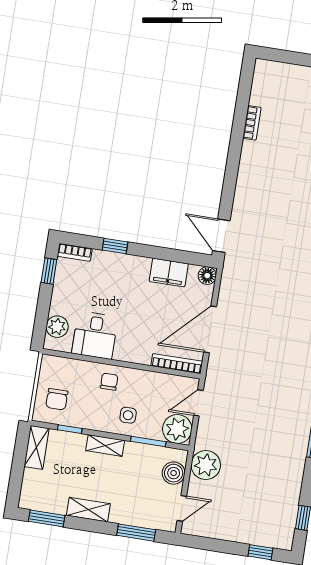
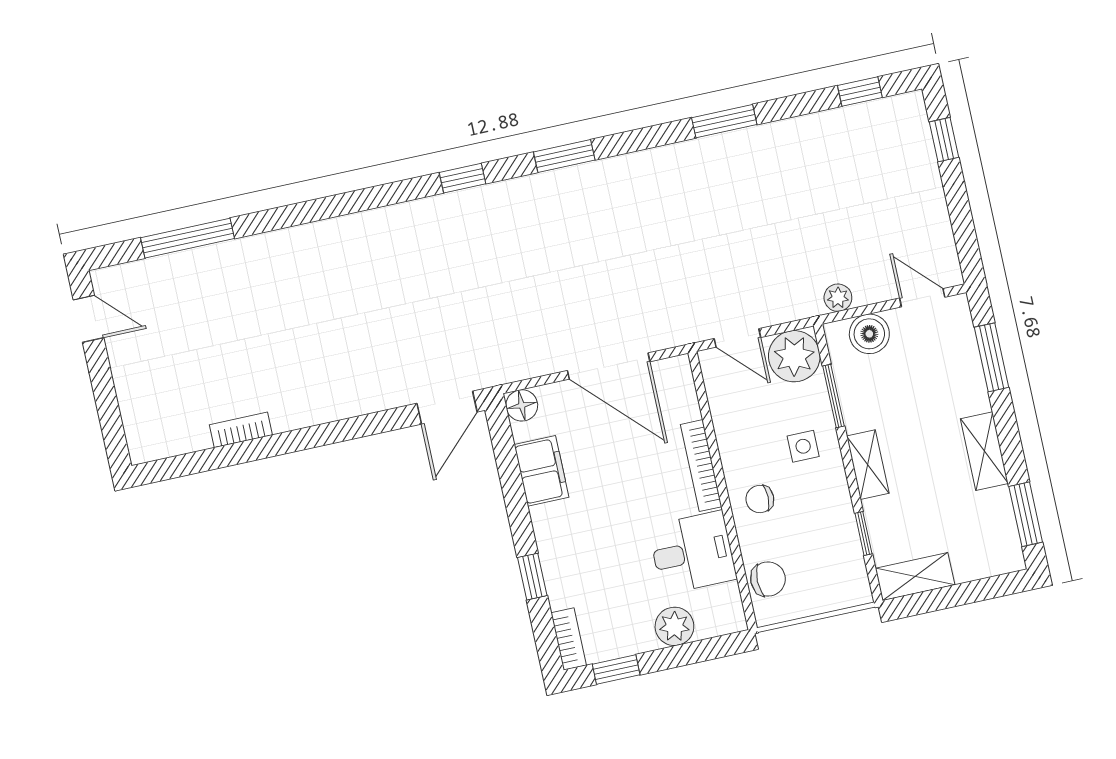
plant: (57, 327) -> (674, 626), moved
bookcase: (177, 364) -> (701, 466), moved
chair: (57, 399) -> (768, 579), moved
plant: (206, 465) -> (838, 298), width x0.53, depth x0.53

